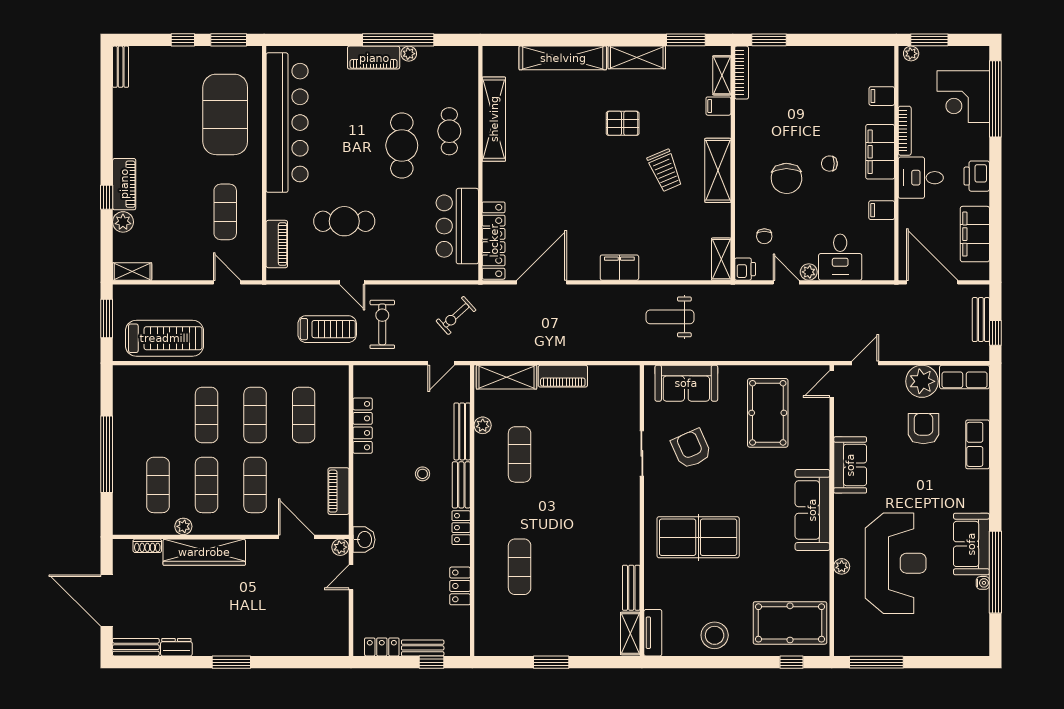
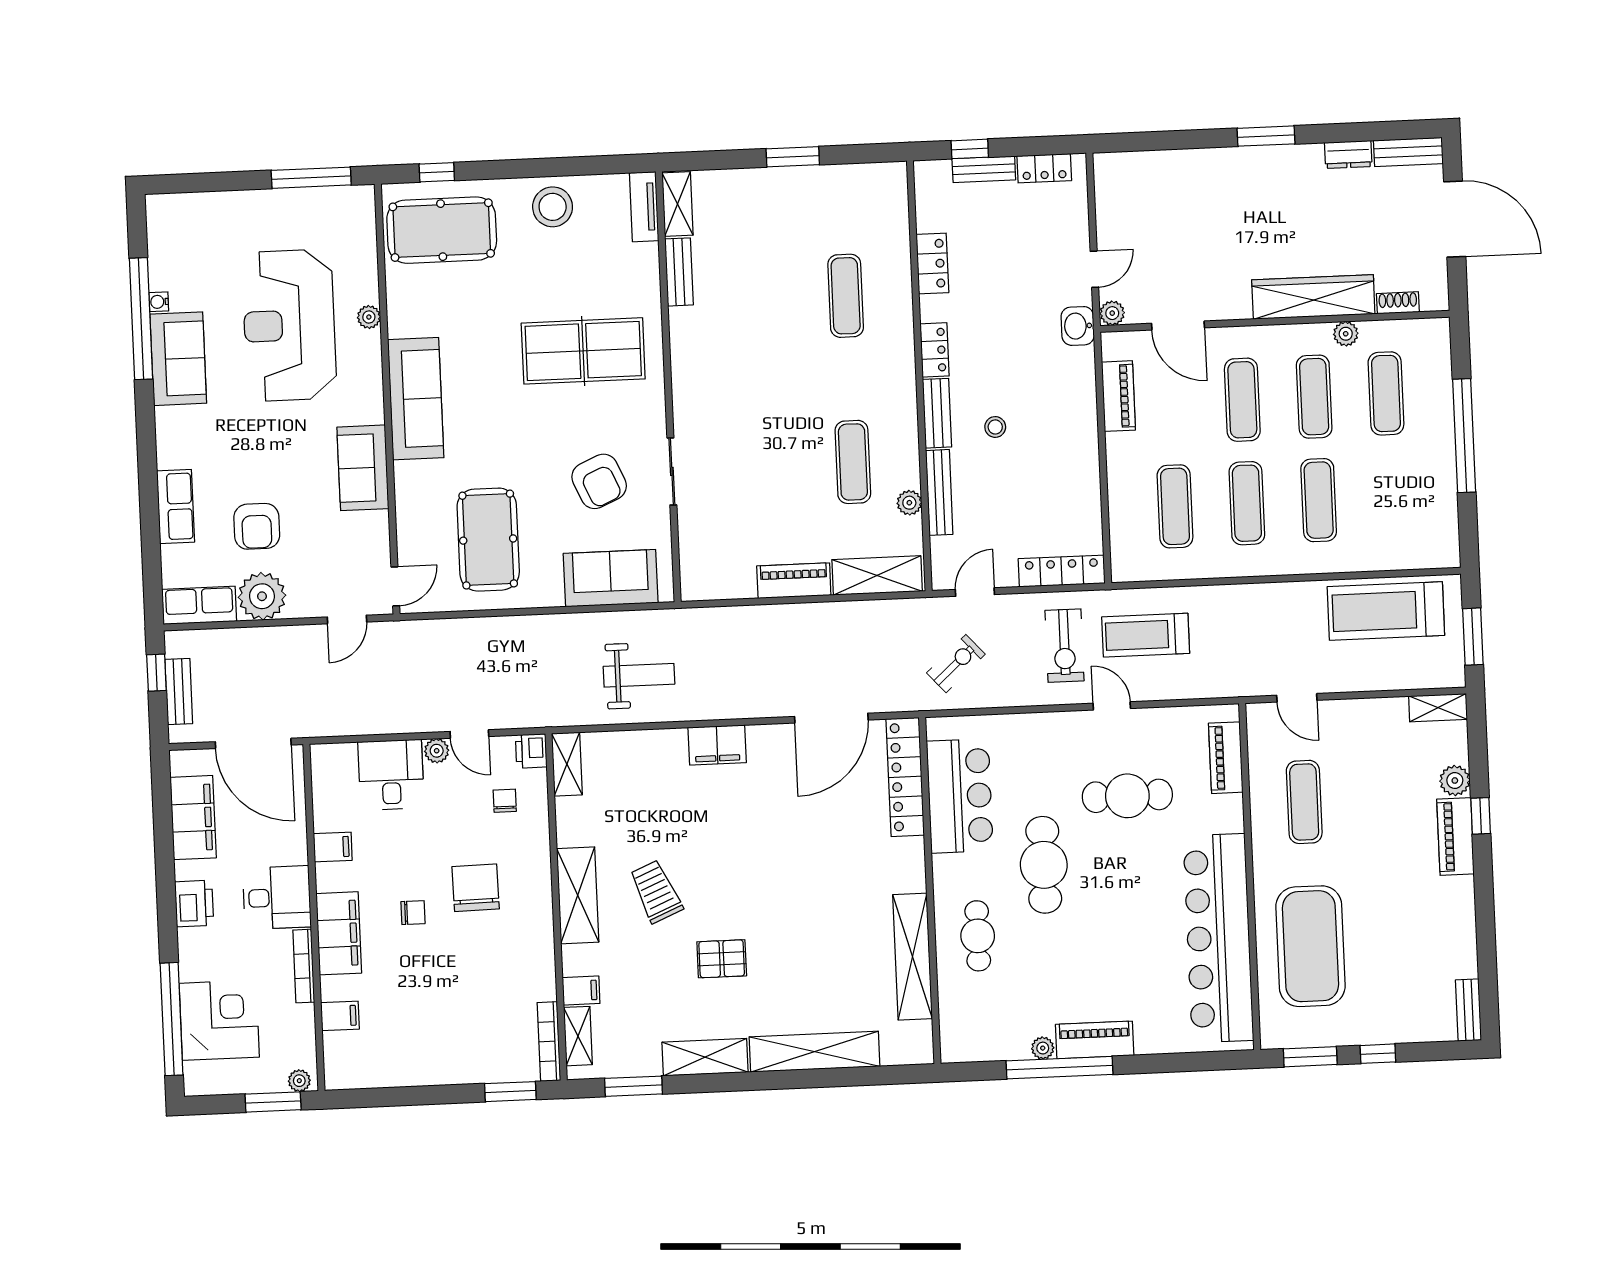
cafe table: (402, 145) -> (1044, 865), moved
locker: (363, 426) -> (1062, 571), moved, turned 90

